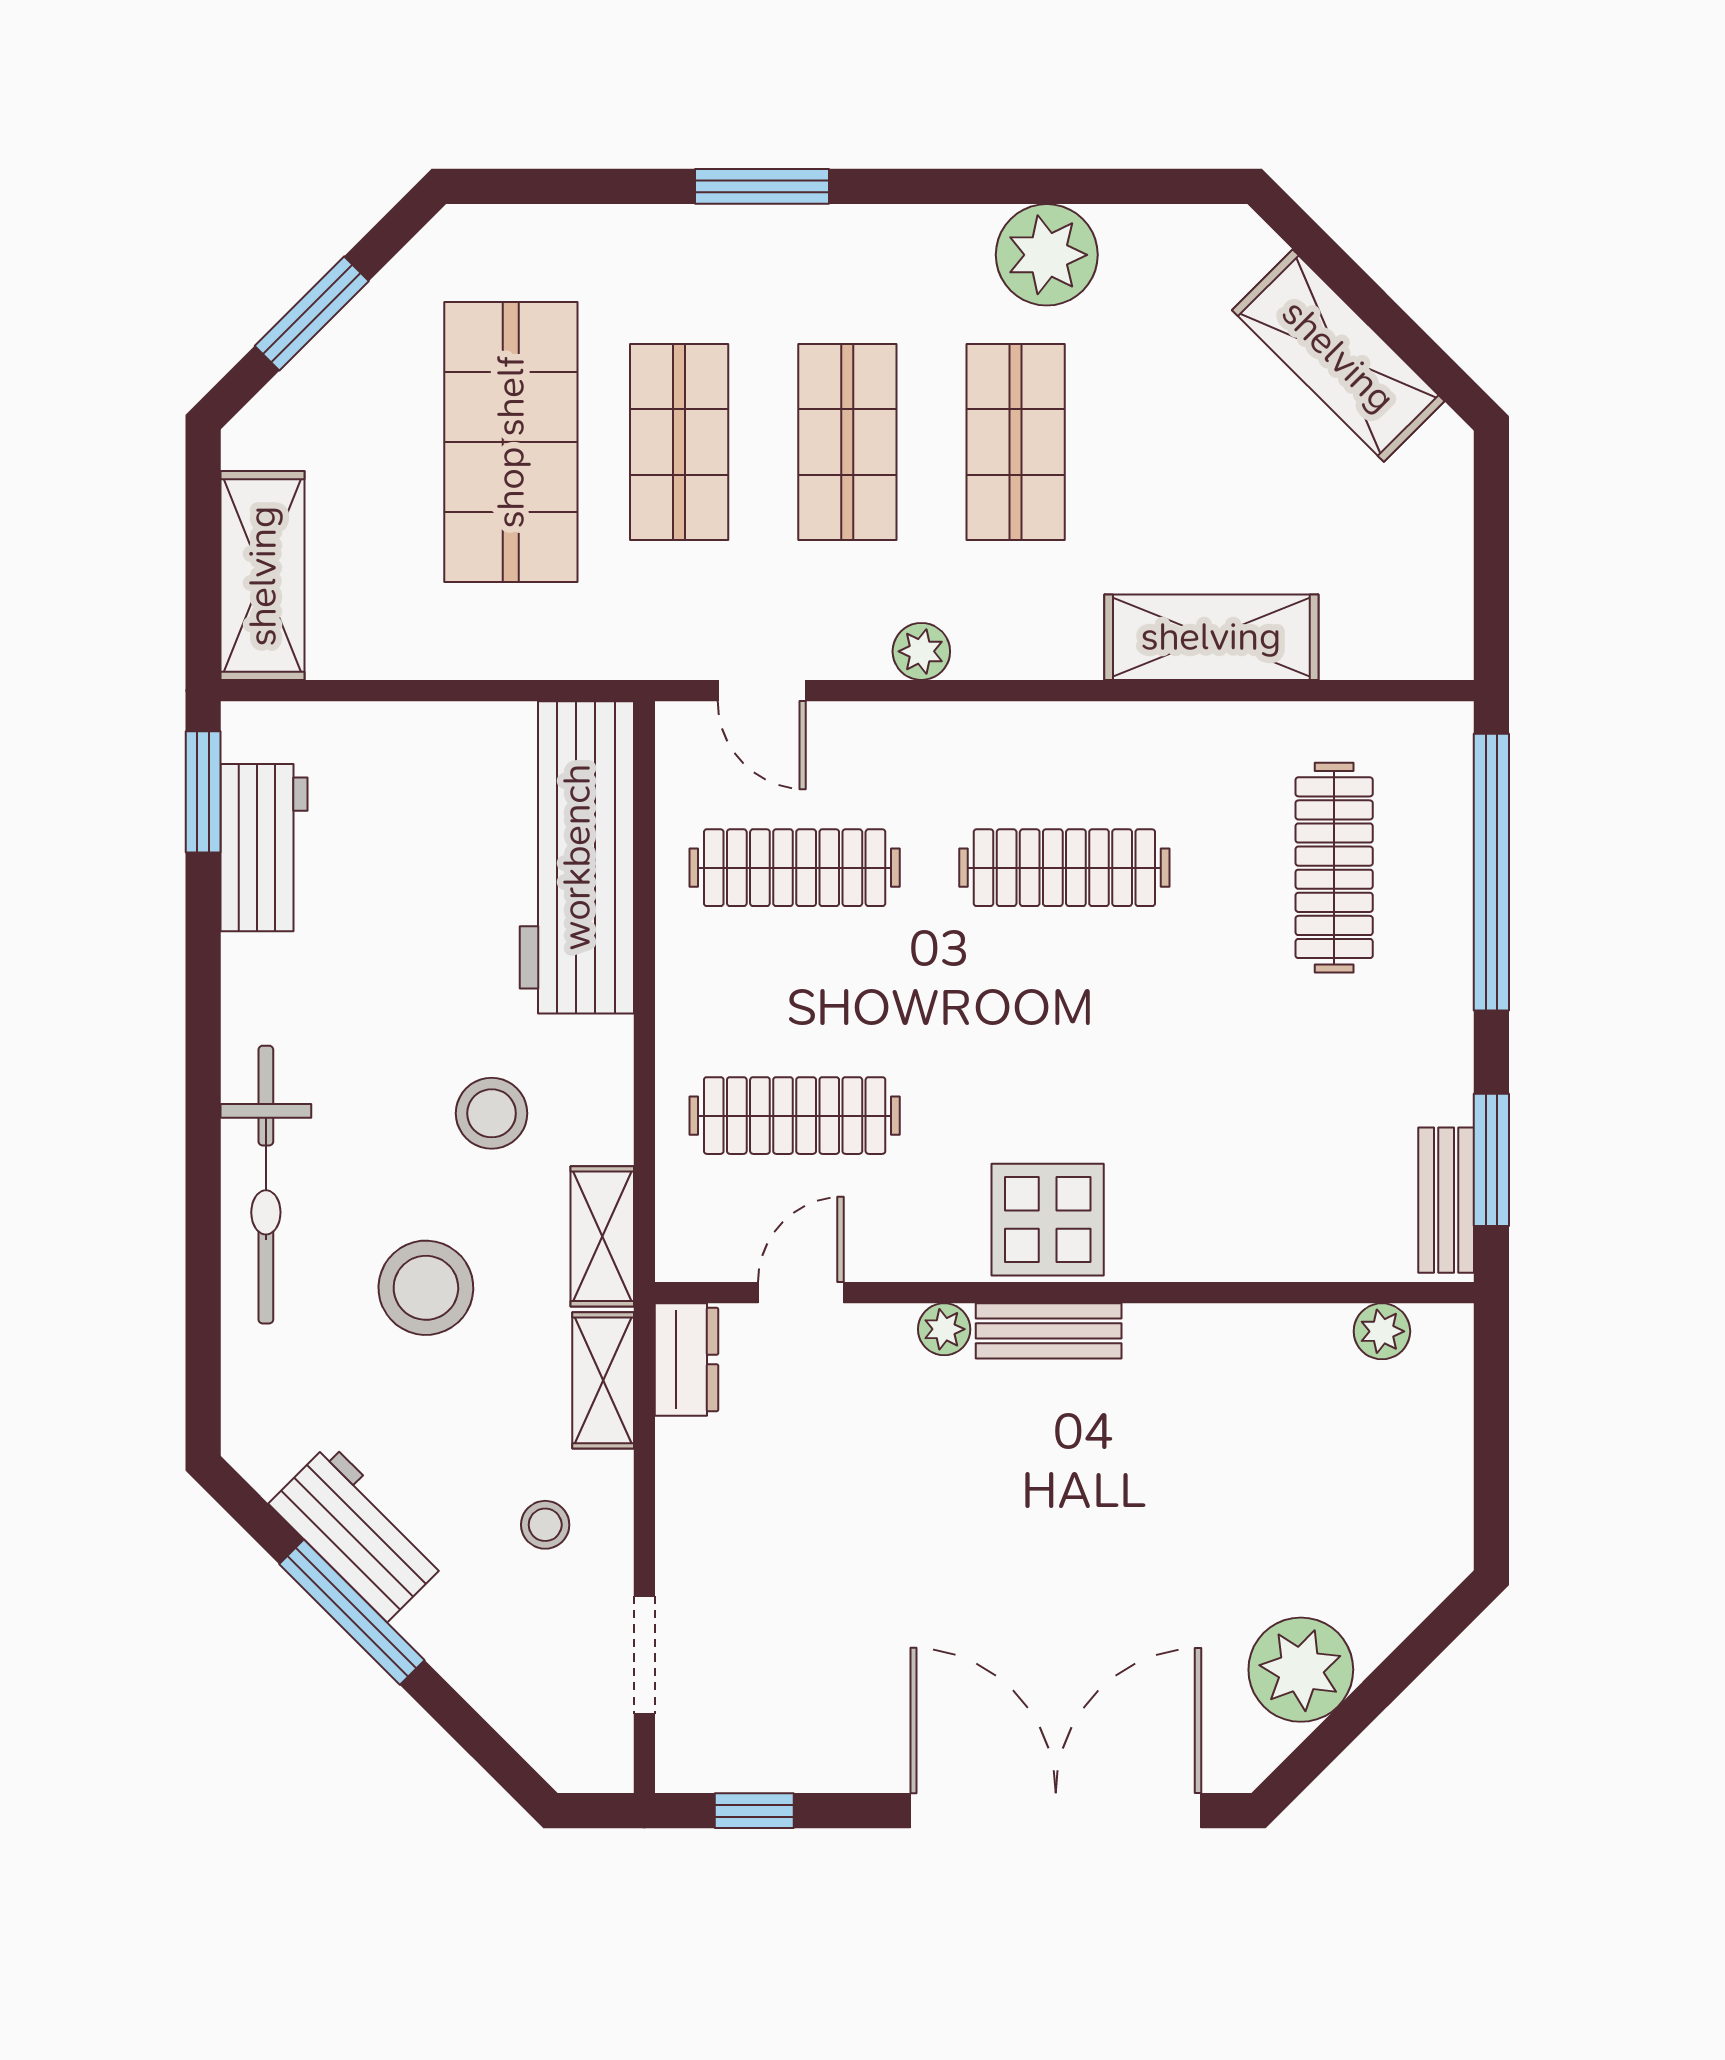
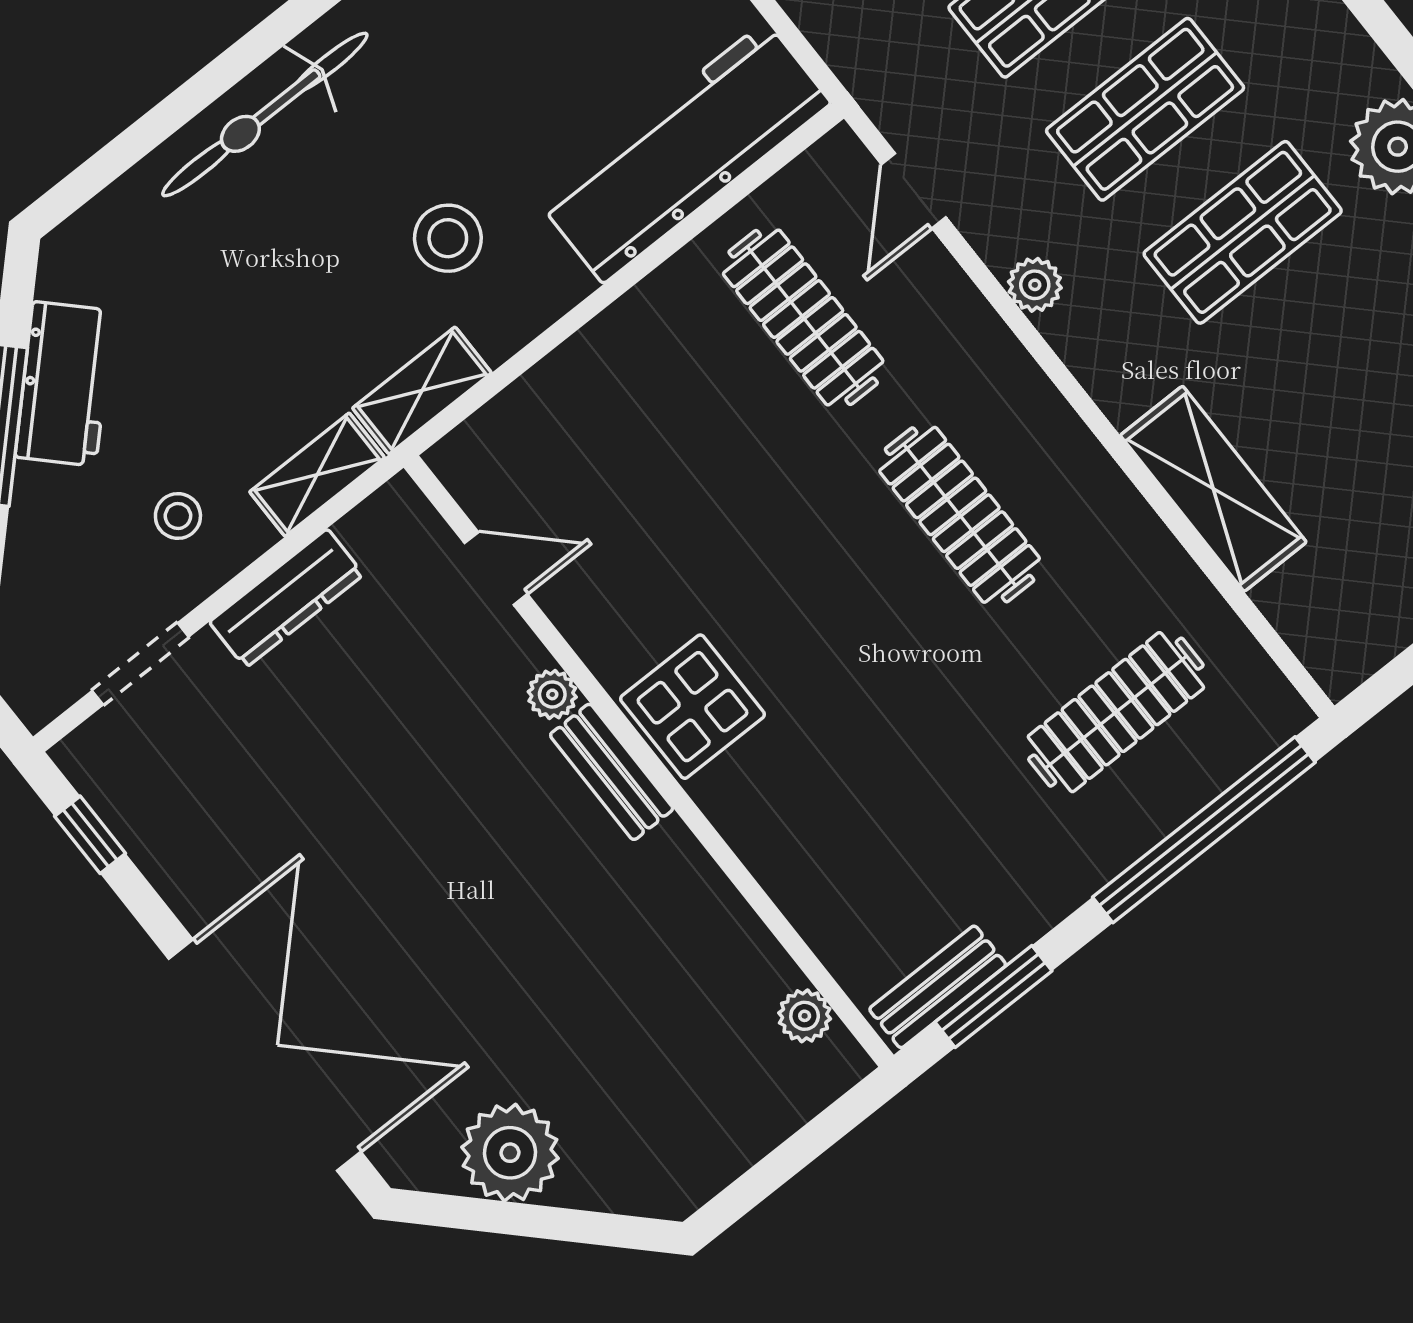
clothes rail: (795, 1116) -> (622, 461), removed
stool: (426, 1288) -> (282, 291), removed
dresser: (686, 1360) -> (286, 598), moved, width x1.44

